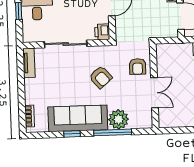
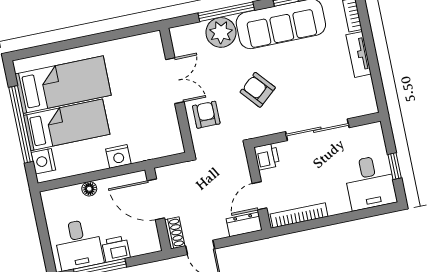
tv unit: (29, 63) -> (359, 54), moved
double door: (154, 93) -> (175, 81), swing flipped

